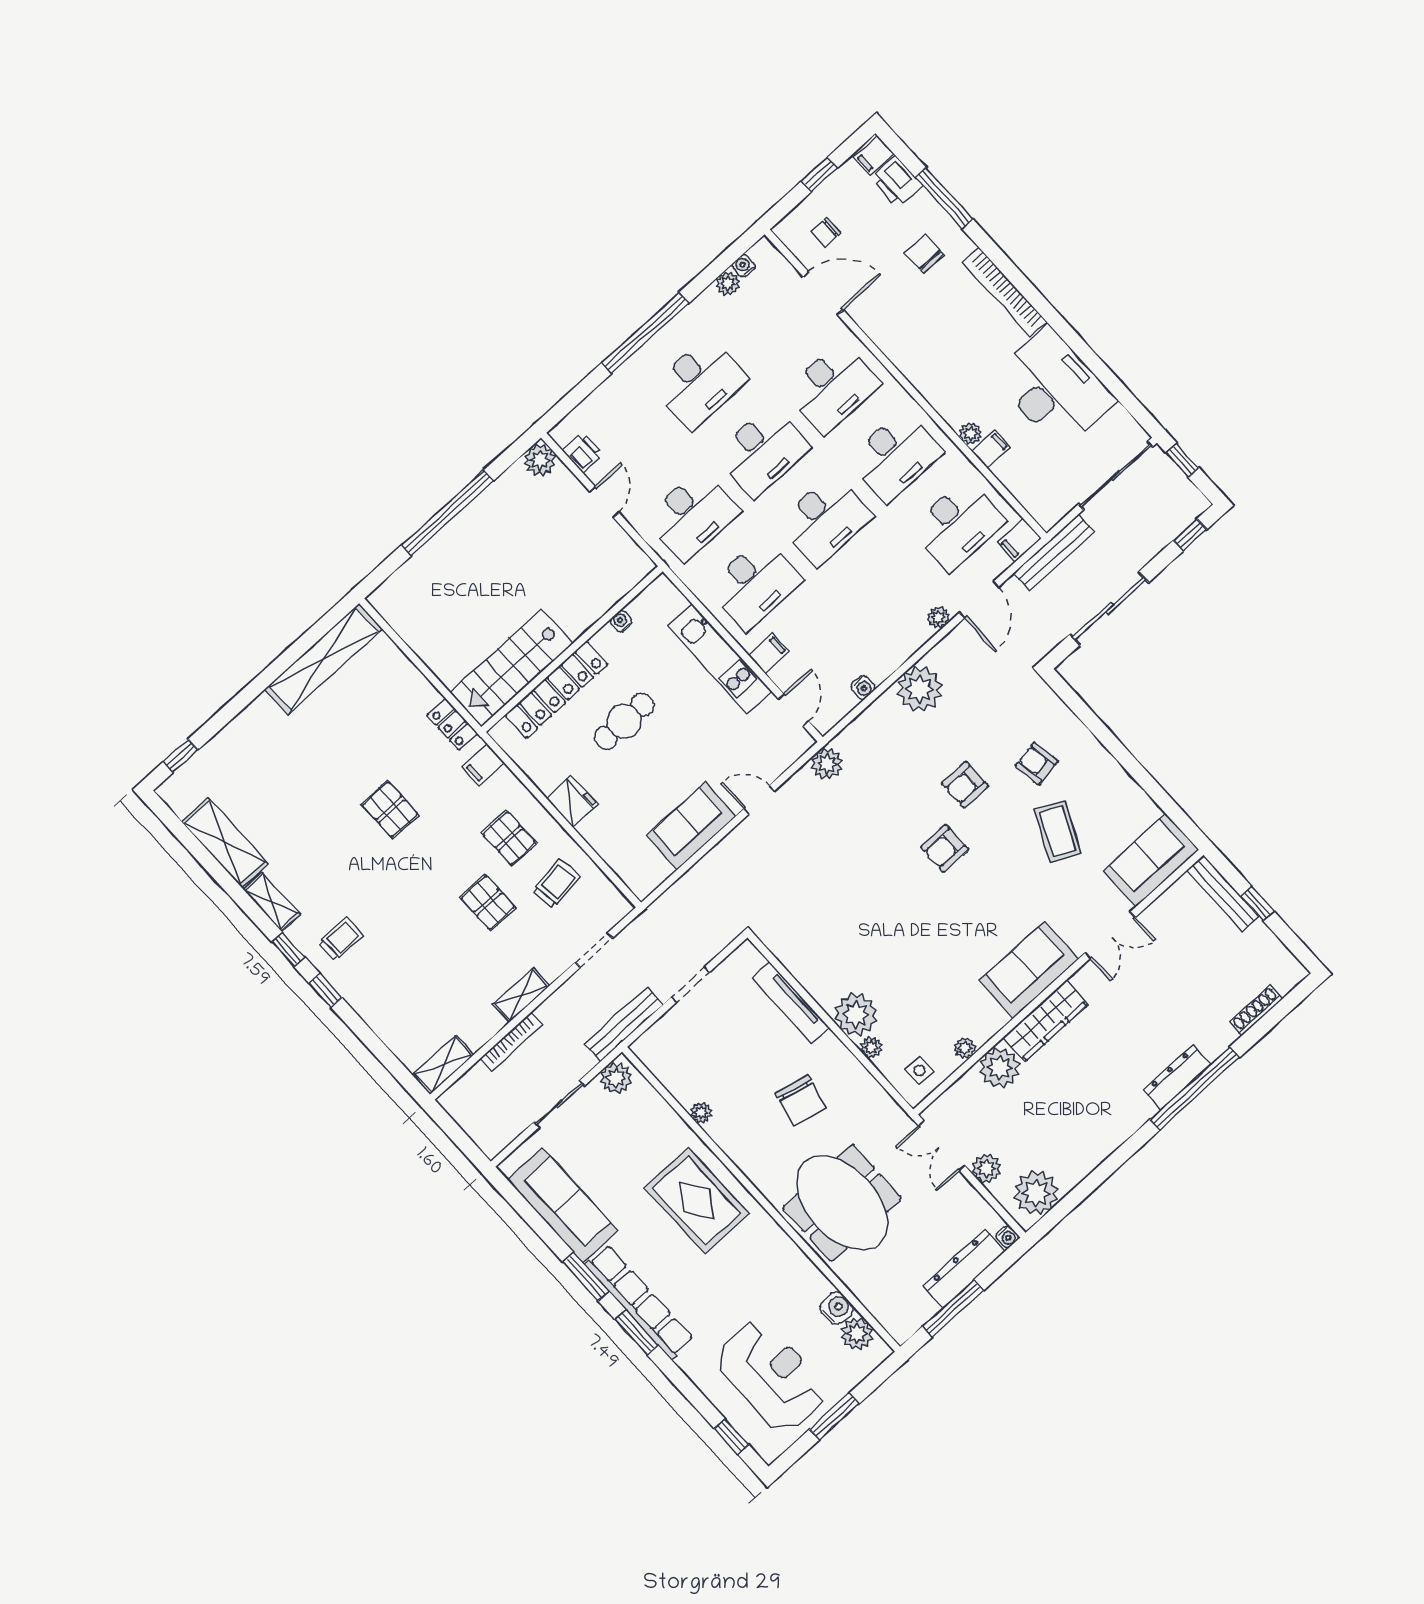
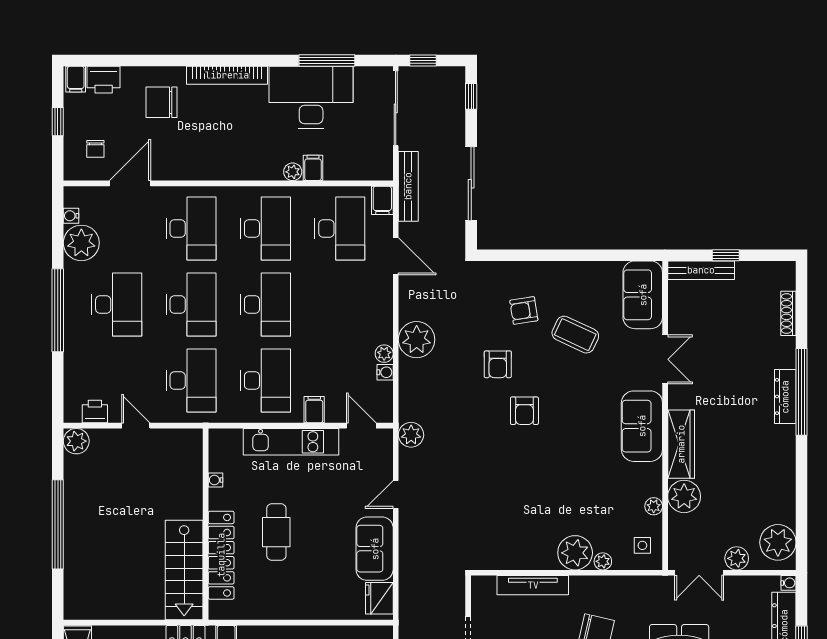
window: (944, 198) -> (327, 61), moved
chair: (924, 254) -> (161, 102), width x1.37, depth x1.37
plant: (728, 283) -> (81, 243), width x1.87, depth x1.87
plant: (938, 617) -> (384, 354), moved
fridge: (572, 801) -> (379, 598), moved, turned -90

